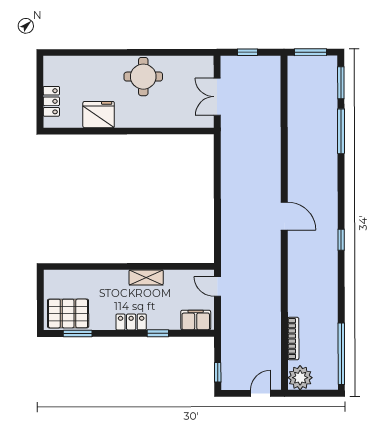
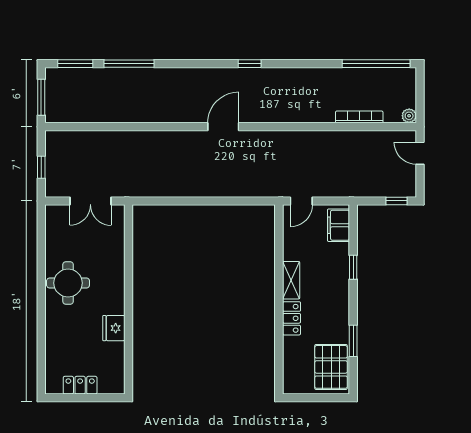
locker: (51, 101) -> (80, 385), moved
fridge: (99, 115) -> (114, 328), width x0.73, depth x0.75
locker: (131, 322) -> (292, 318), moved, turned 180
window: (78, 333) -> (353, 341), moved
plant: (300, 378) -> (409, 116), width x0.53, depth x0.53

